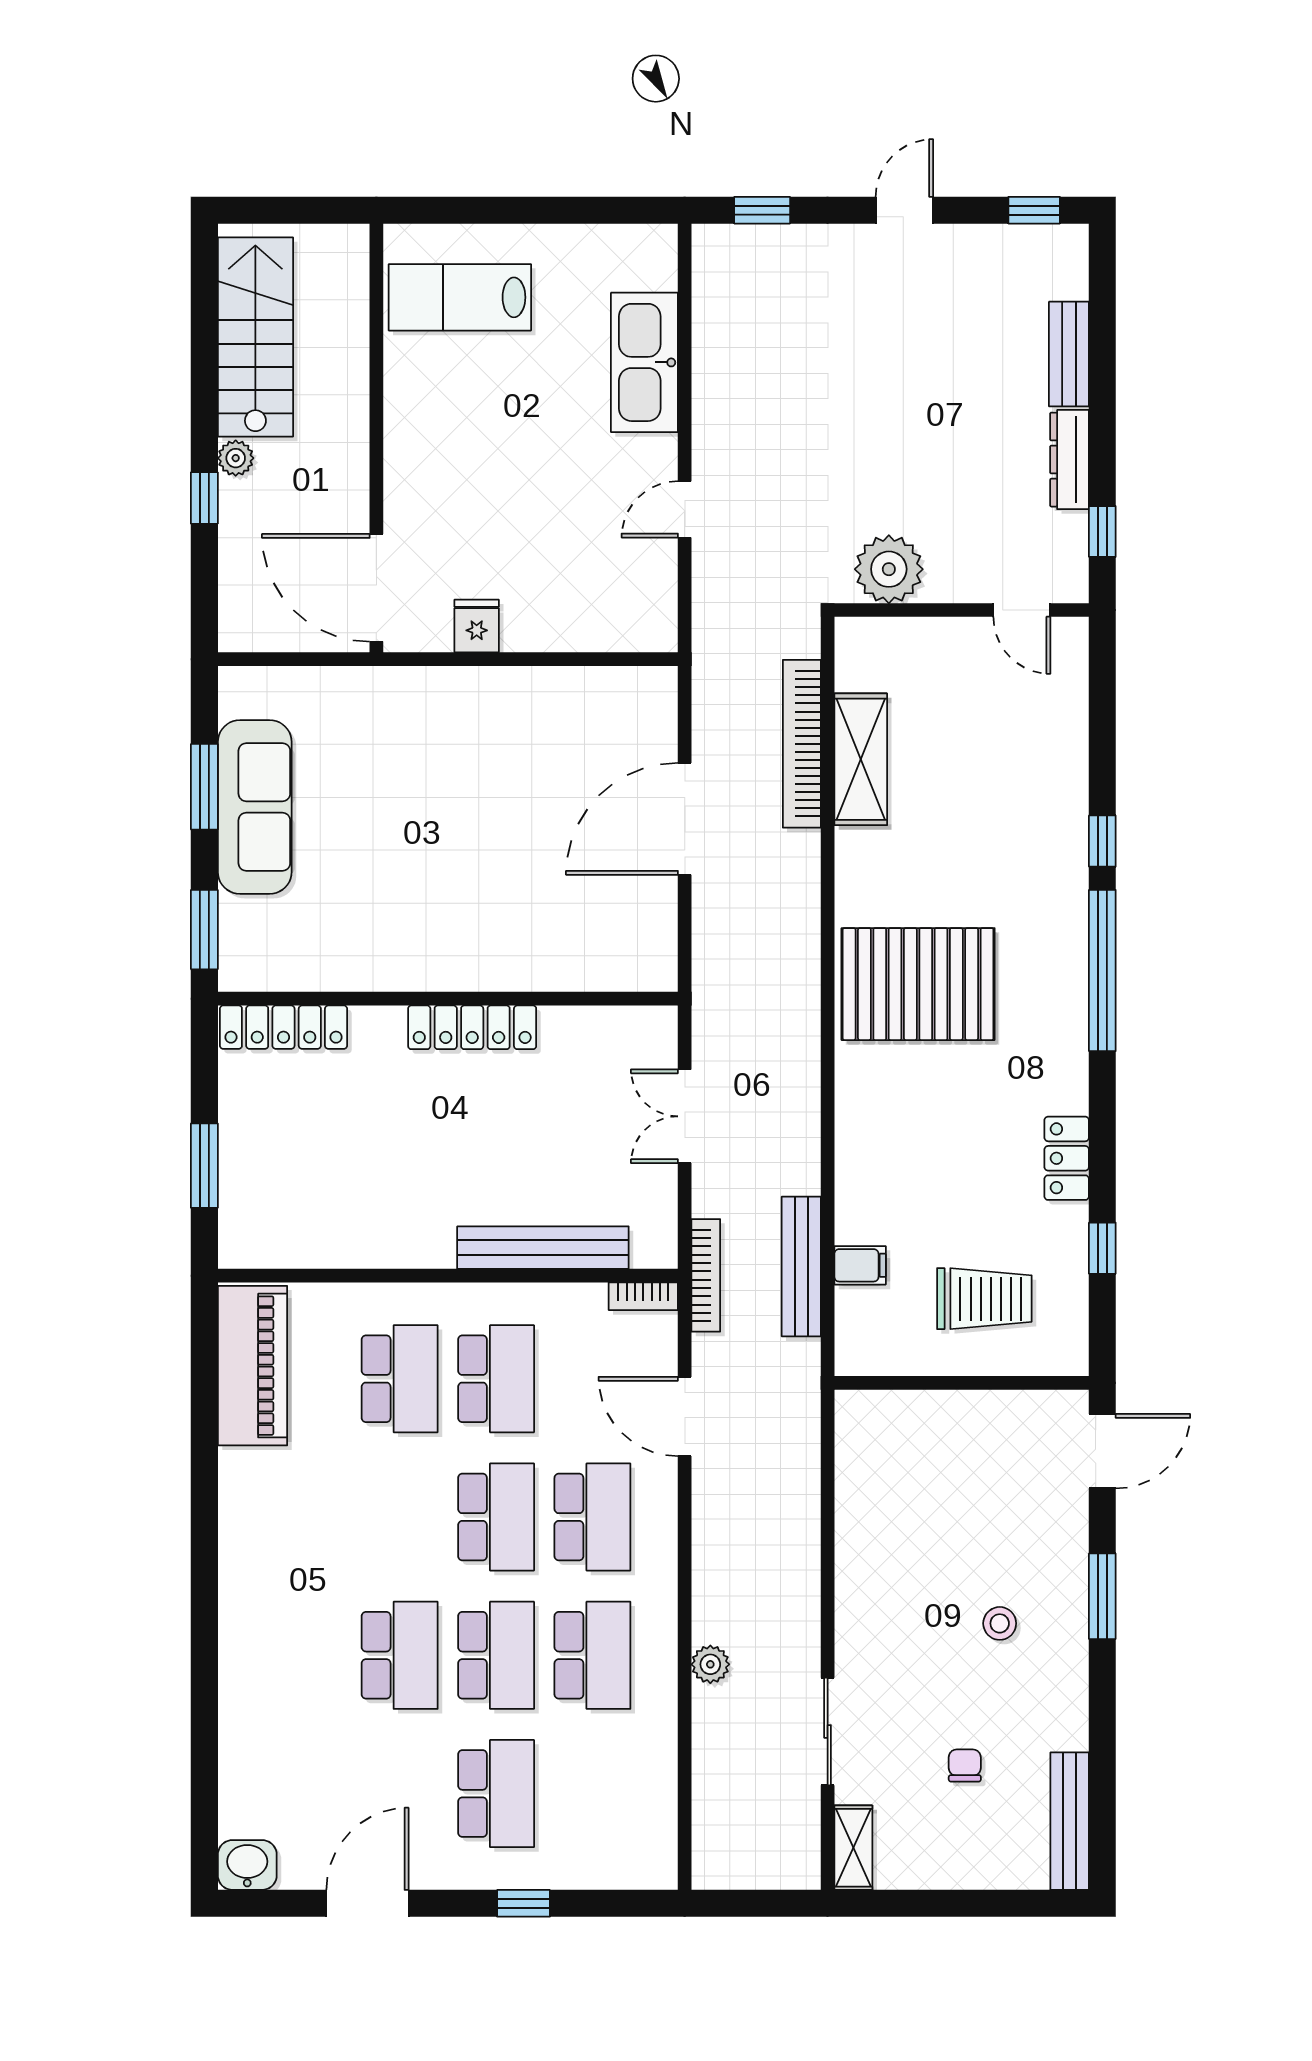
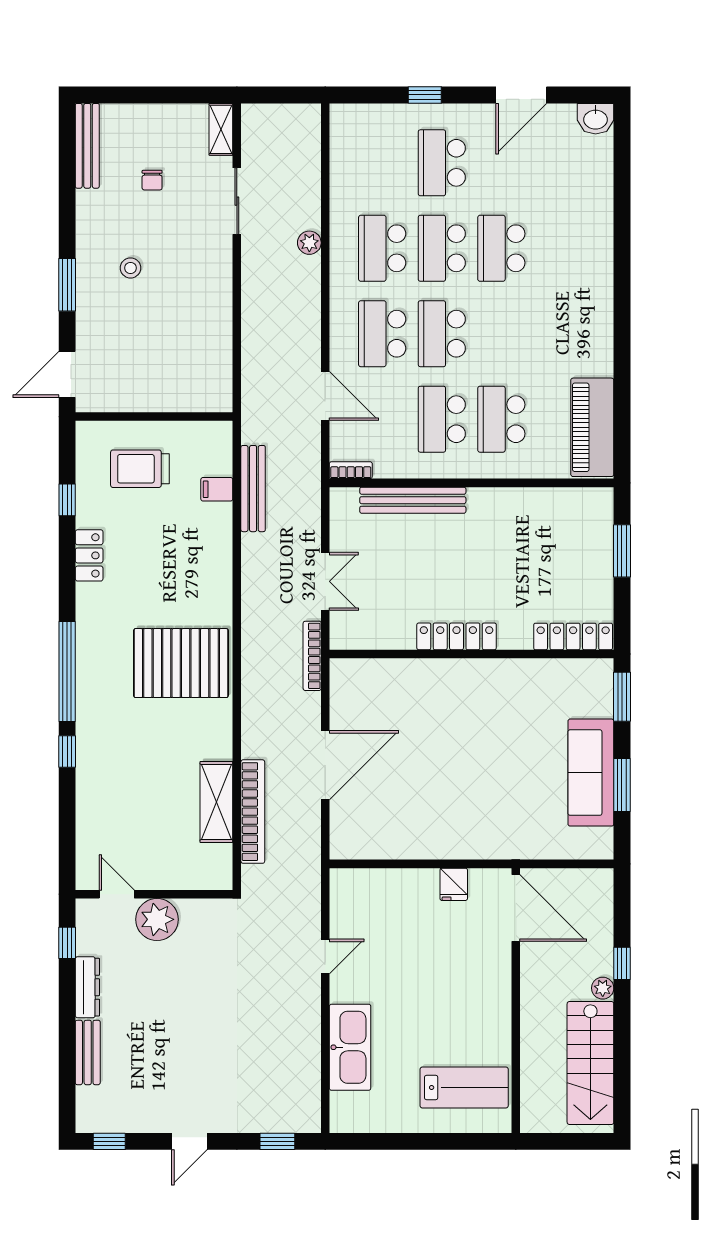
plant: (889, 569) -> (157, 919), moved
bookcase: (706, 1275) -> (312, 656), moved

